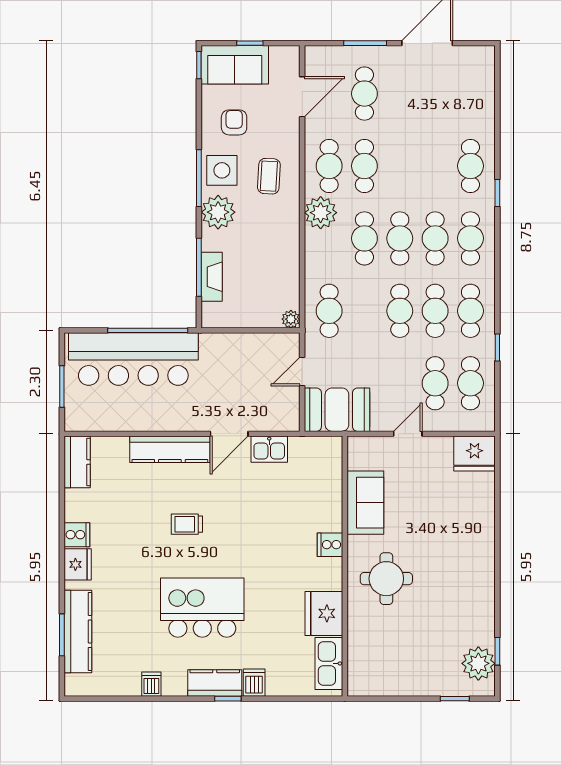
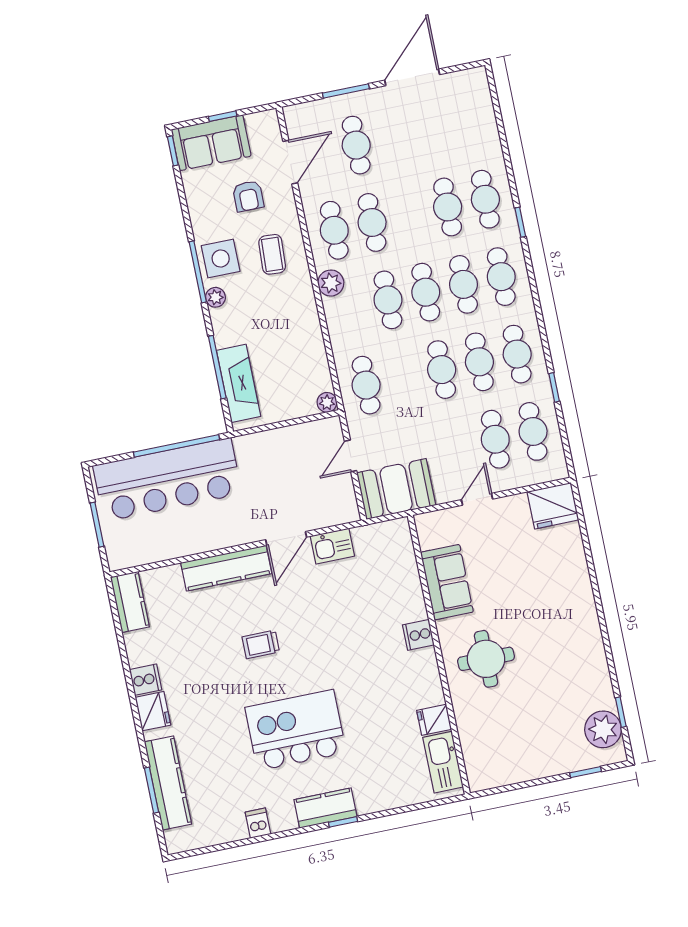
armchair: (234, 122) -> (248, 196), moved, turned 180
cafe table: (435, 166) -> (448, 207), added
plant: (218, 212) -> (215, 297), width x0.53, depth x0.53
plant: (321, 213) -> (331, 283), width x0.73, depth x0.73
fireplace: (212, 277) -> (239, 383), width x1.37, depth x1.32
fridge: (324, 613) -> (434, 720), width x0.53, depth x0.75
dishwasher: (254, 683) -> (367, 799), removed

